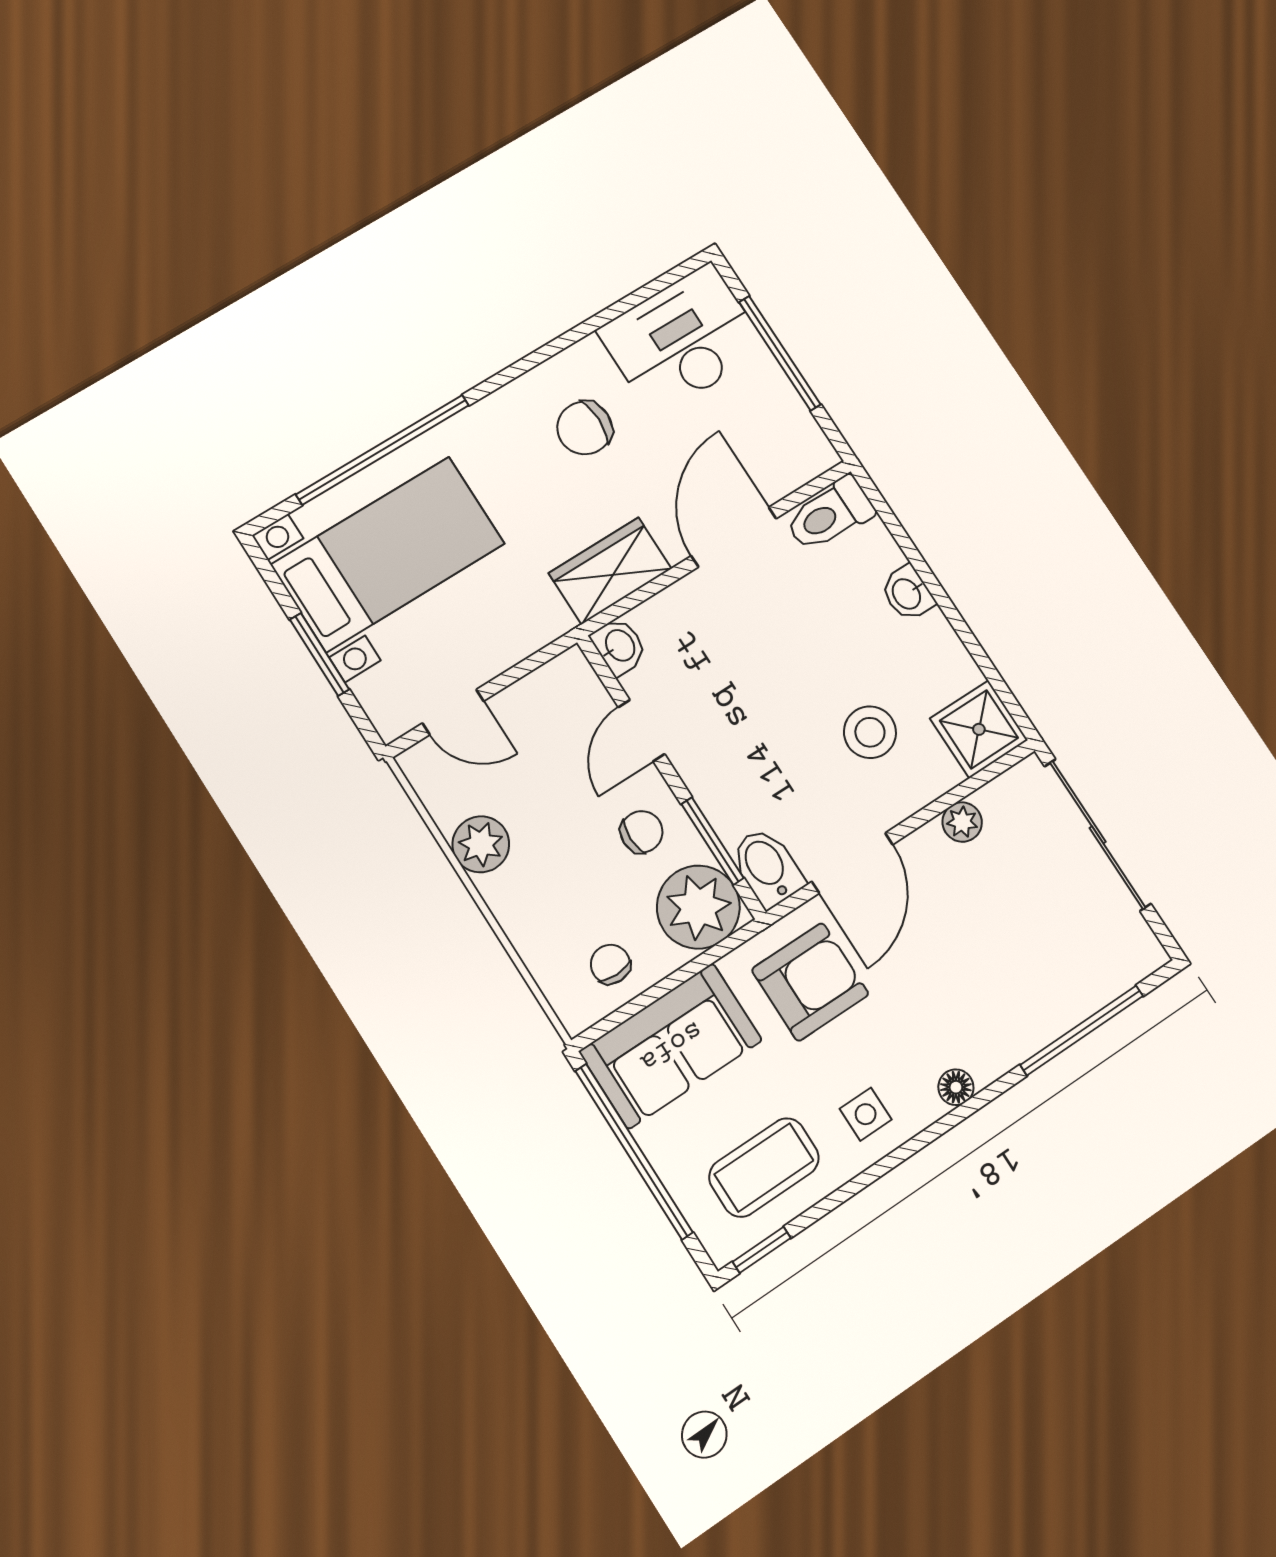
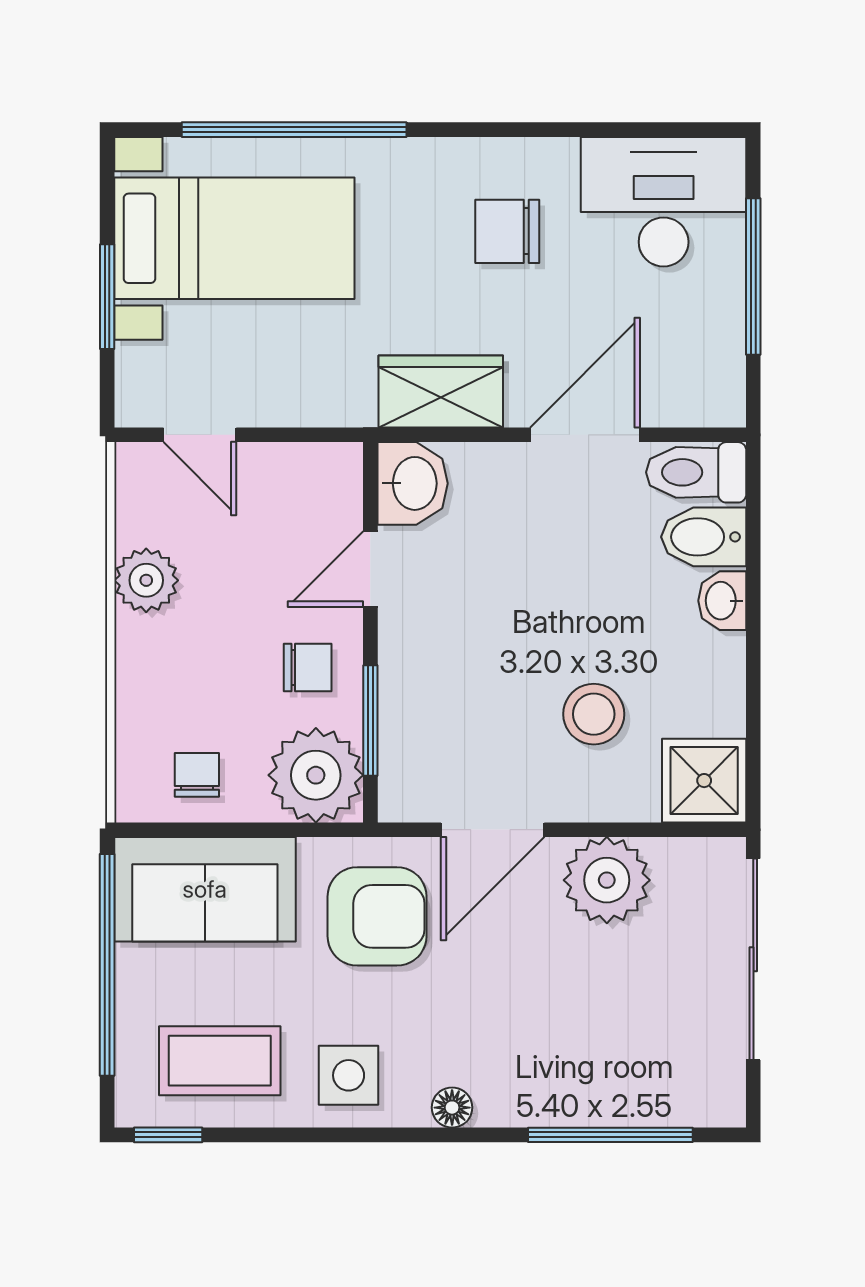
washbasin: (619, 646) -> (413, 483), width x1.38, depth x1.45
plant: (962, 822) -> (607, 880), width x1.87, depth x1.87
bidet: (767, 867) -> (704, 537), moved, turned -90
side table: (866, 1114) -> (349, 1075), width x1.37, depth x1.37

